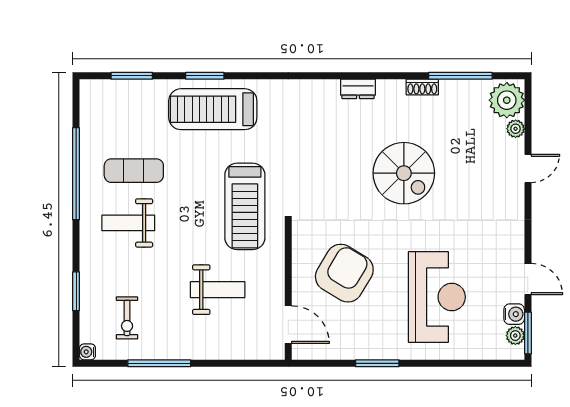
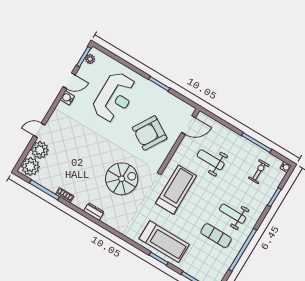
plant: (516, 129) -> (40, 150), width x1.87, depth x1.87
spiral stairs: (404, 173) -> (122, 179), moved, turned 90
weight bench: (128, 223) -> (233, 214), turned 180
door: (528, 279) -> (69, 81), swing flipped
reception desk: (437, 297) -> (115, 97), turned 180
water cooler: (514, 314) -> (67, 98), moved
door: (288, 325) -> (189, 125), swing flipped

